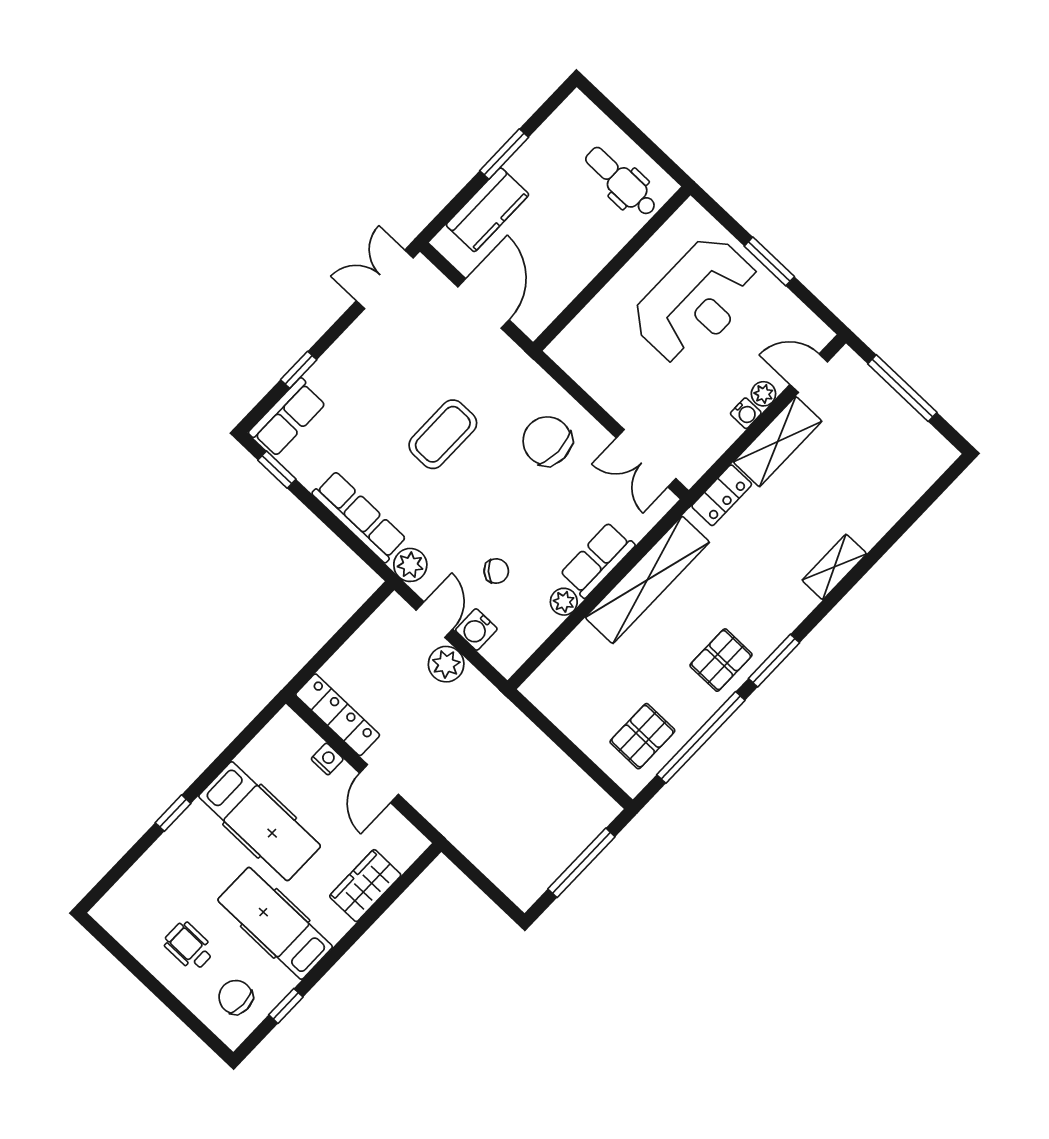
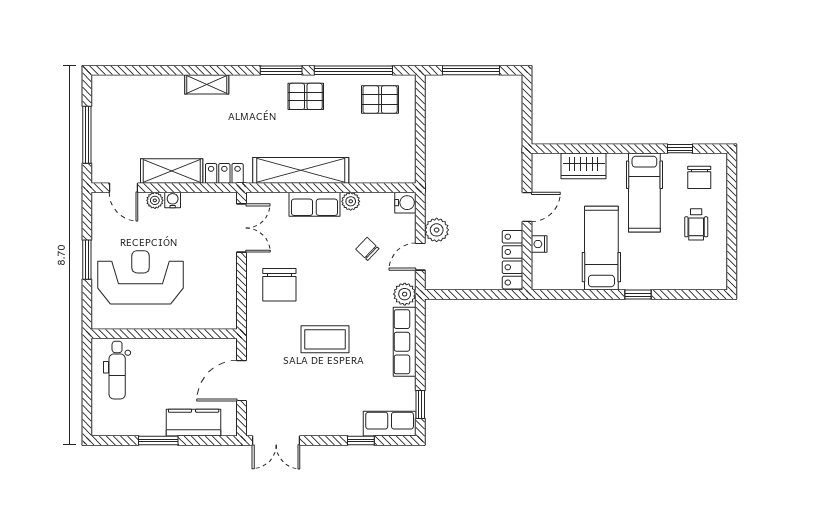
water cooler: (476, 629) -> (405, 203), moved

